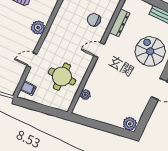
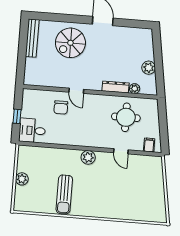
dresser: (120, 23) -> (115, 87), moved
door: (99, 50) -> (76, 91), moved
plant: (130, 124) -> (149, 68), moved

